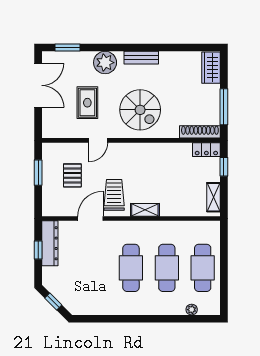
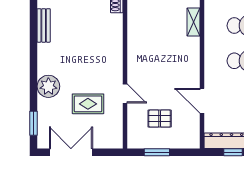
bench: (141, 58) -> (44, 25), moved
spiral stairs: (140, 110) -> (95, 52), removed
trolley: (114, 195) -> (179, 77), removed
shelving: (145, 210) -> (193, 22), moved

